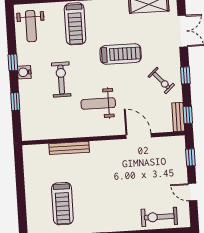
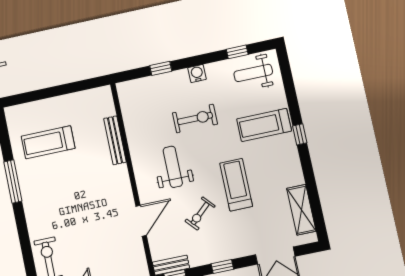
treadmill: (121, 54) -> (236, 185), turned 180
window: (13, 62) -> (237, 52), moved
exercise bike: (161, 81) -> (200, 213), moved

